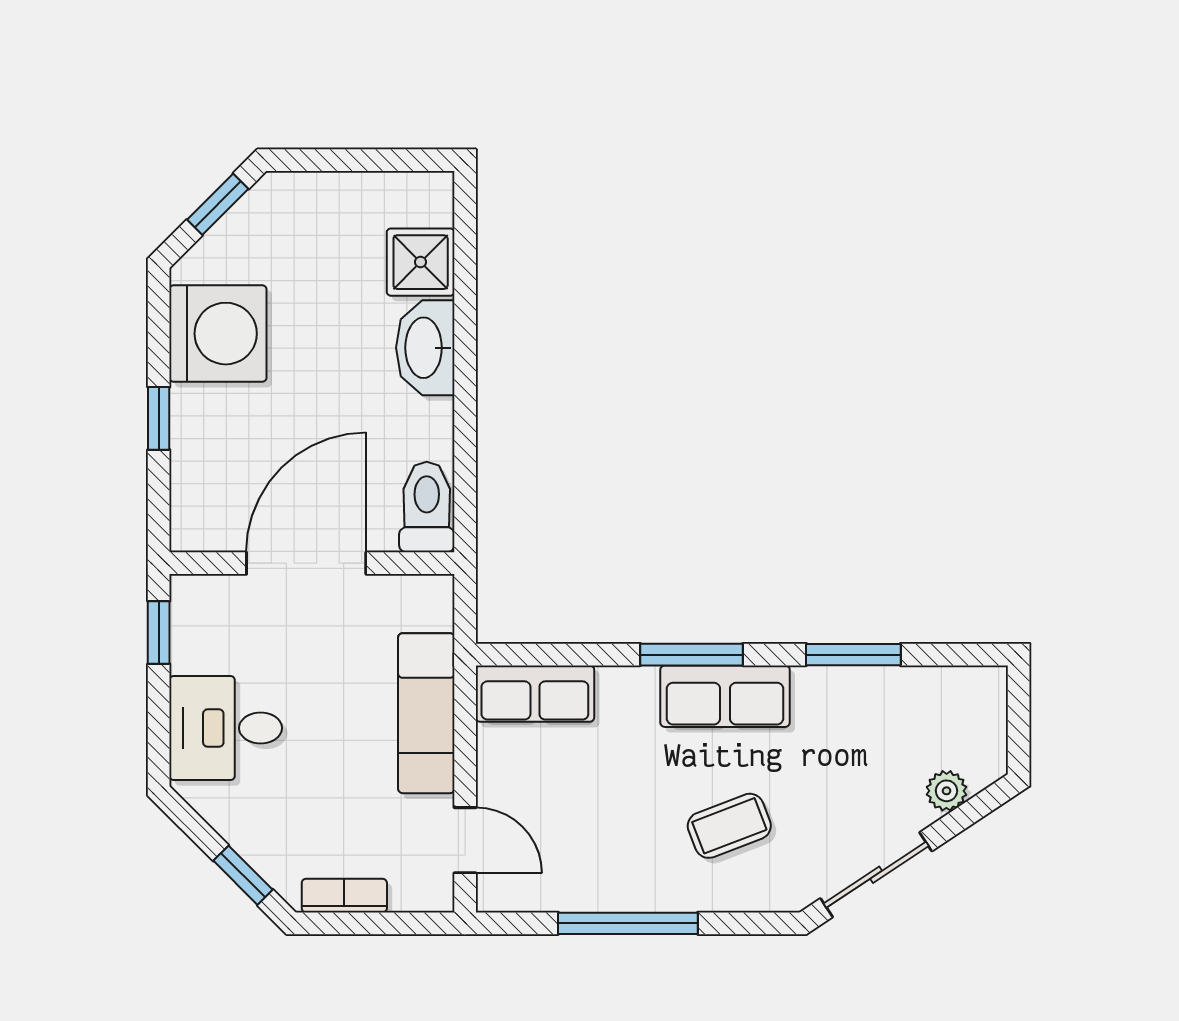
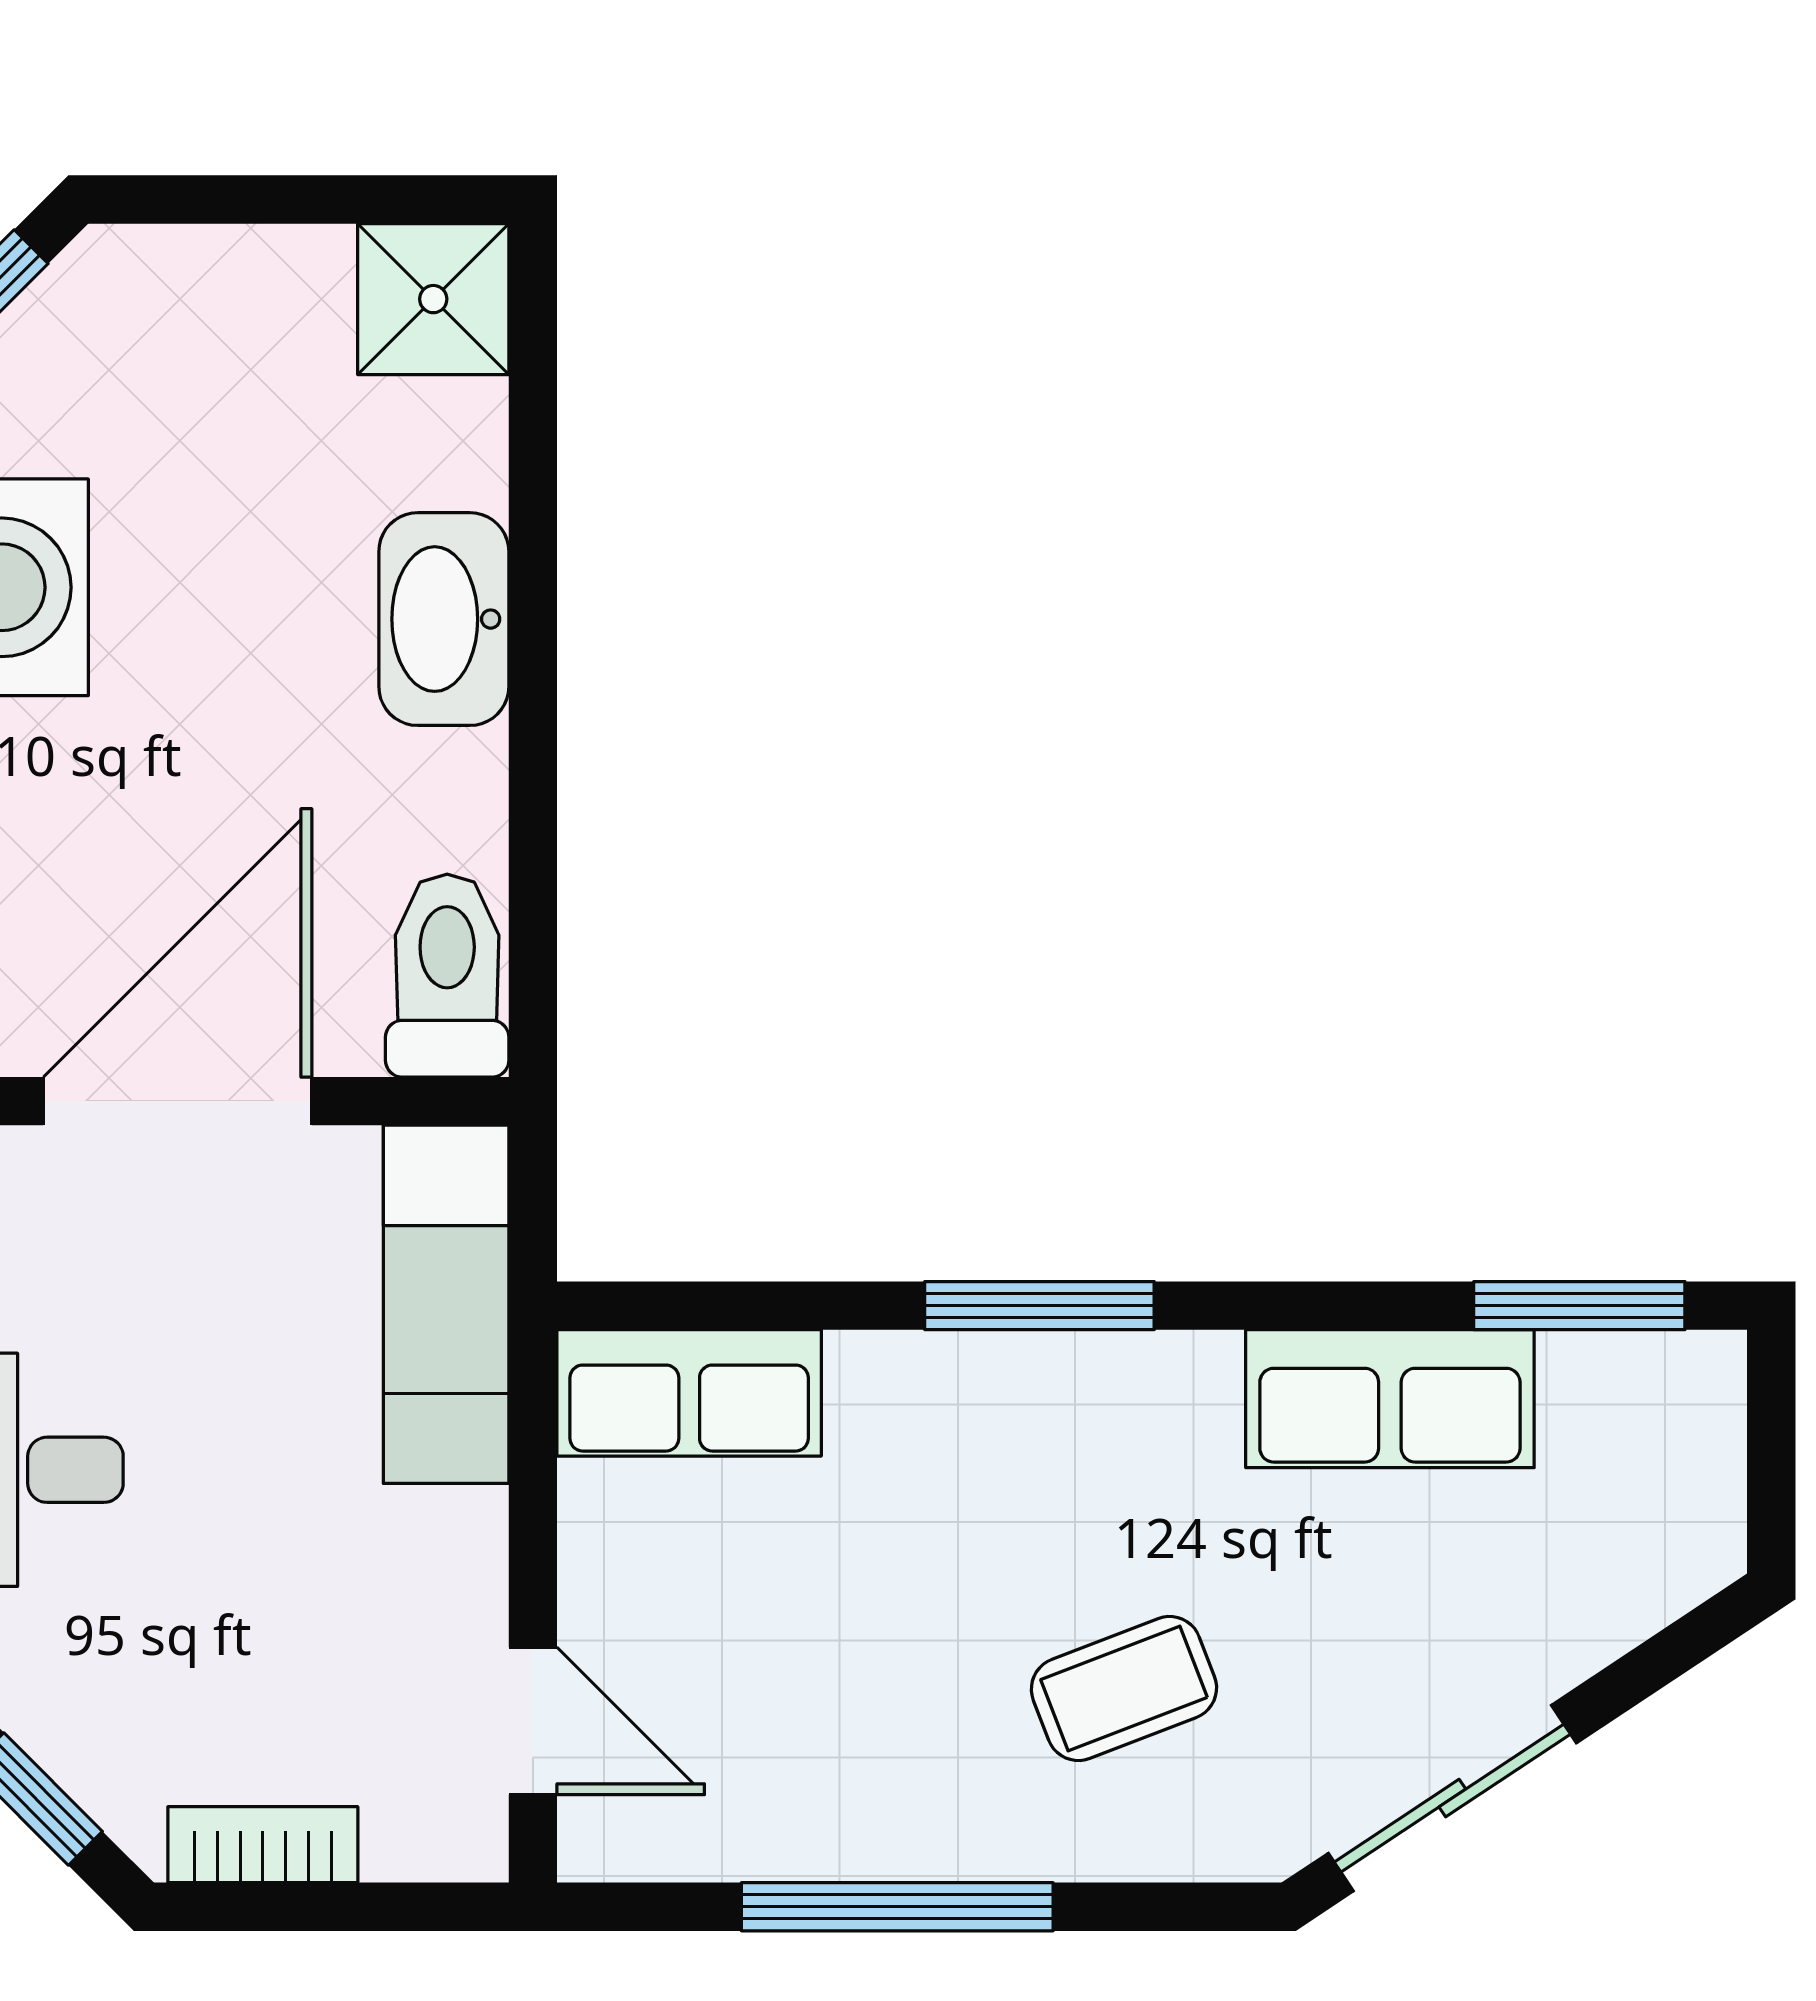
shower: (421, 262) -> (433, 299), moved
window: (853, 655) -> (1579, 1306), moved
row of seats: (725, 696) -> (1390, 1399), moved
exam couch: (426, 713) -> (446, 1304), moved
plant: (946, 791) -> (1610, 1610), removed

